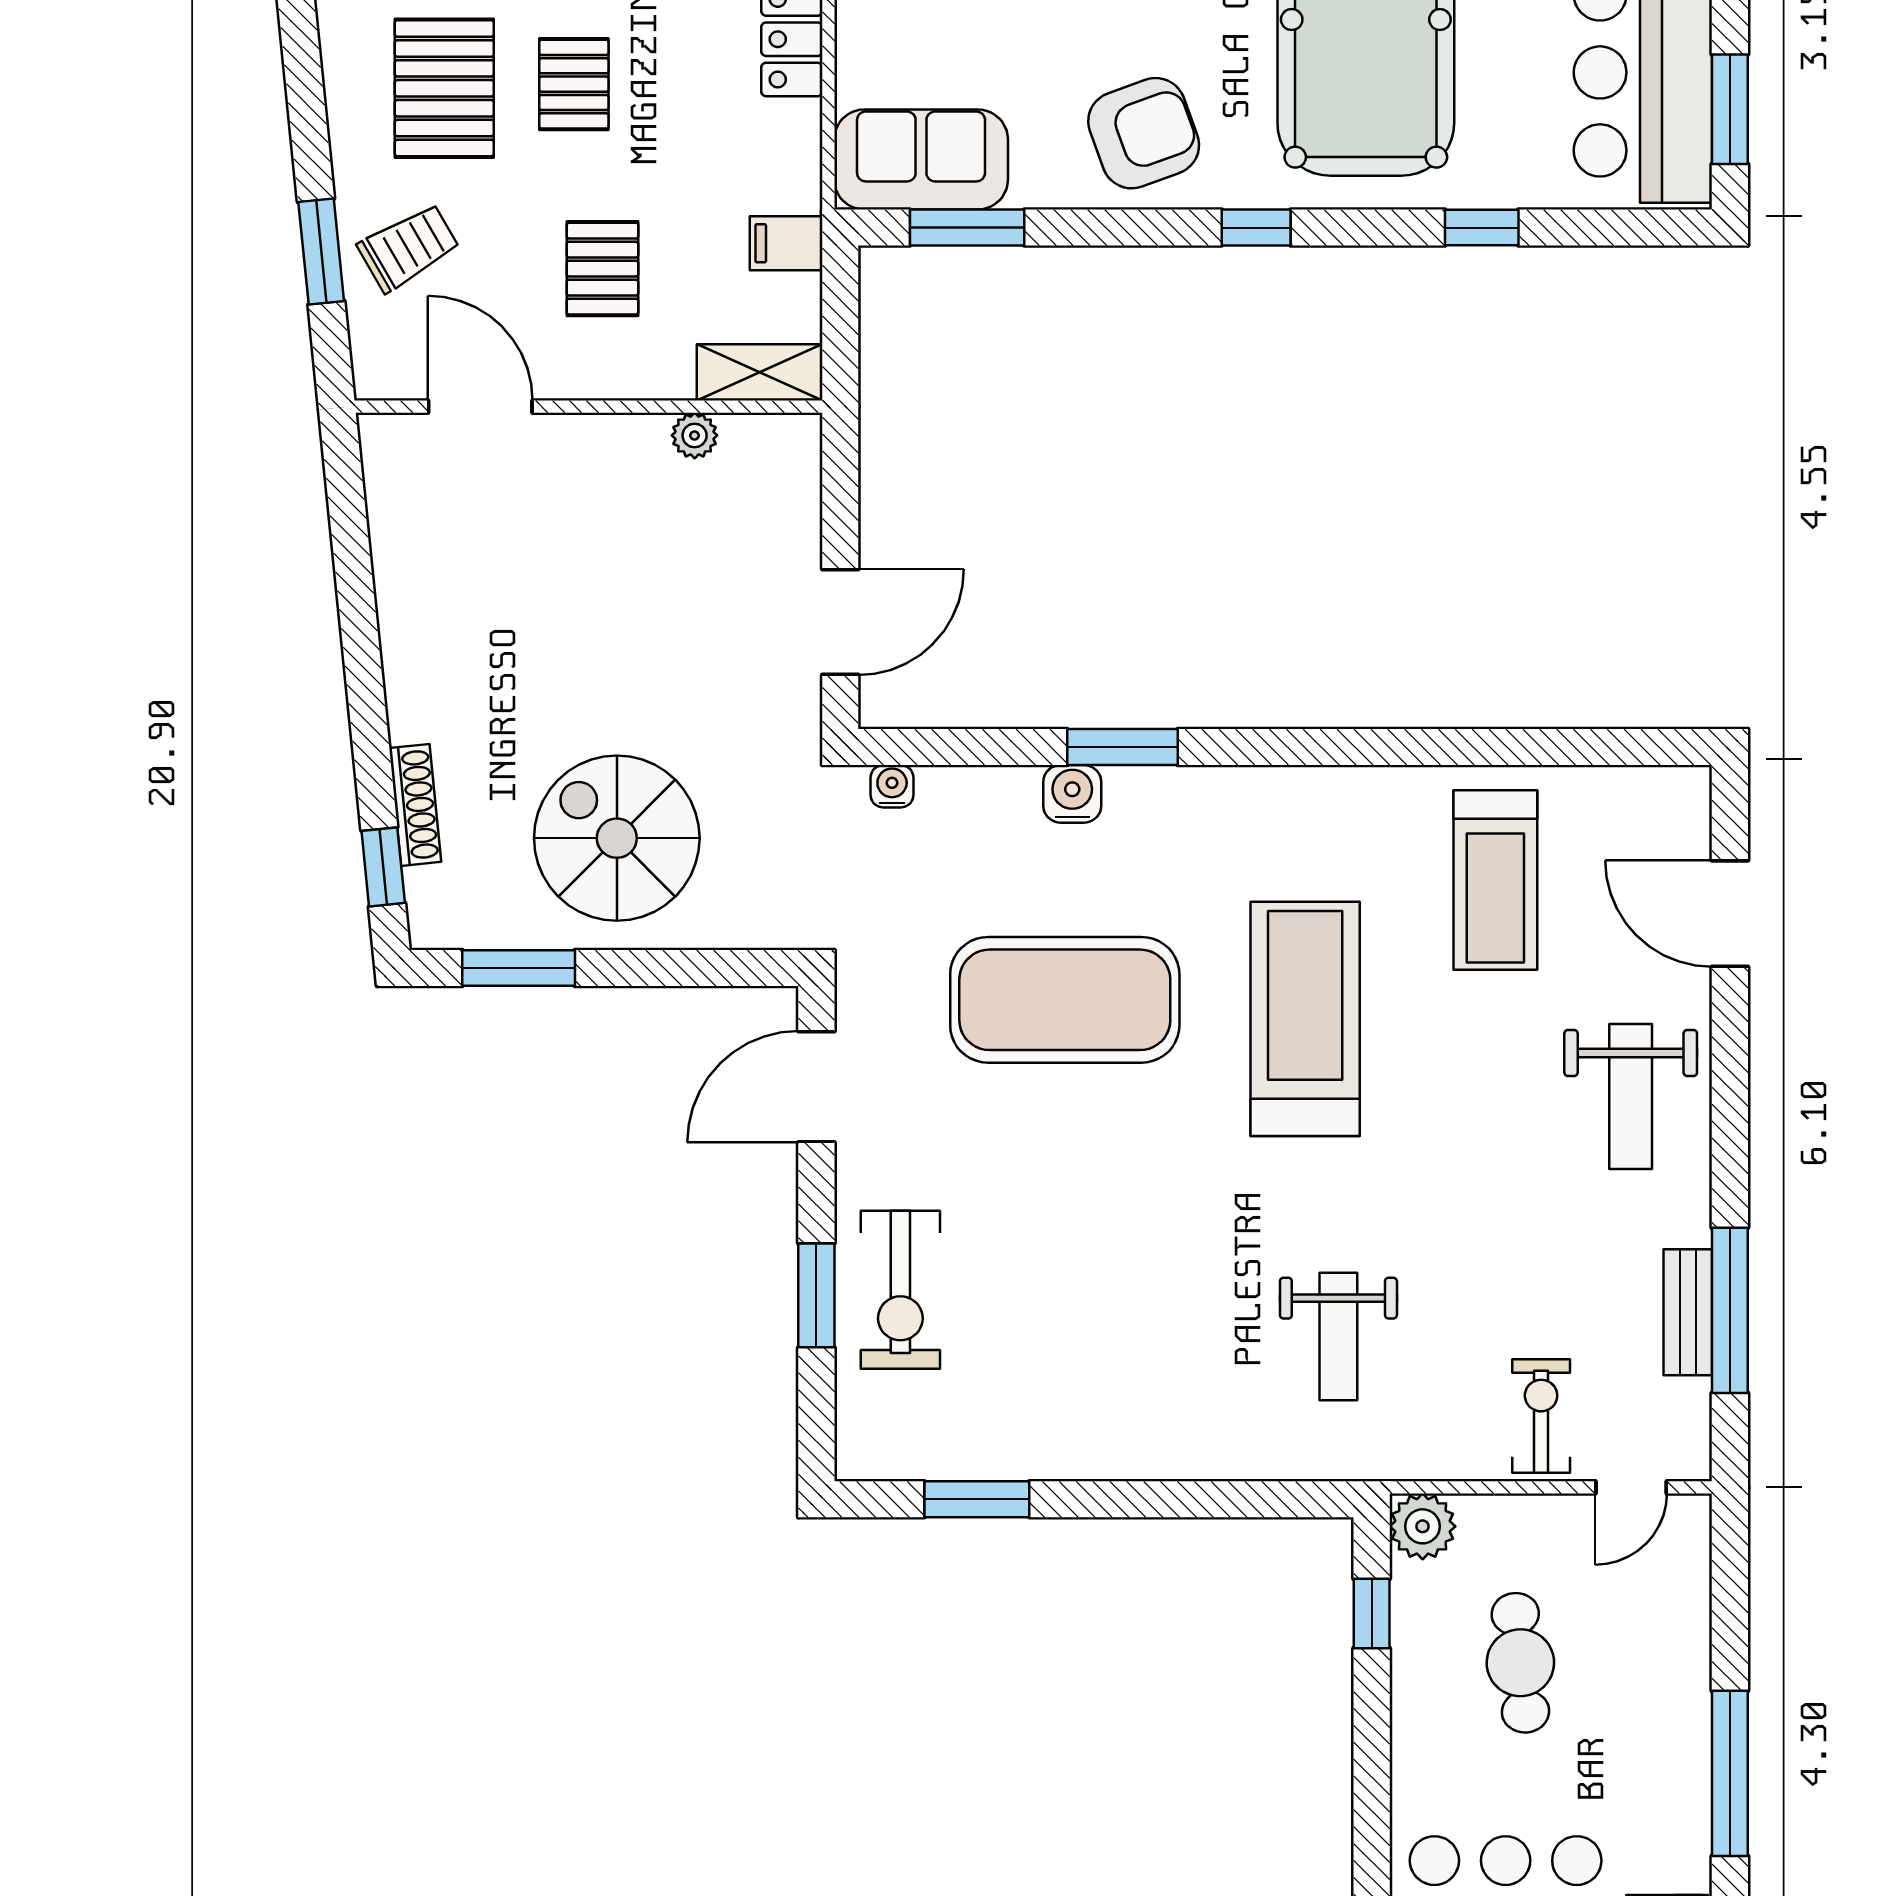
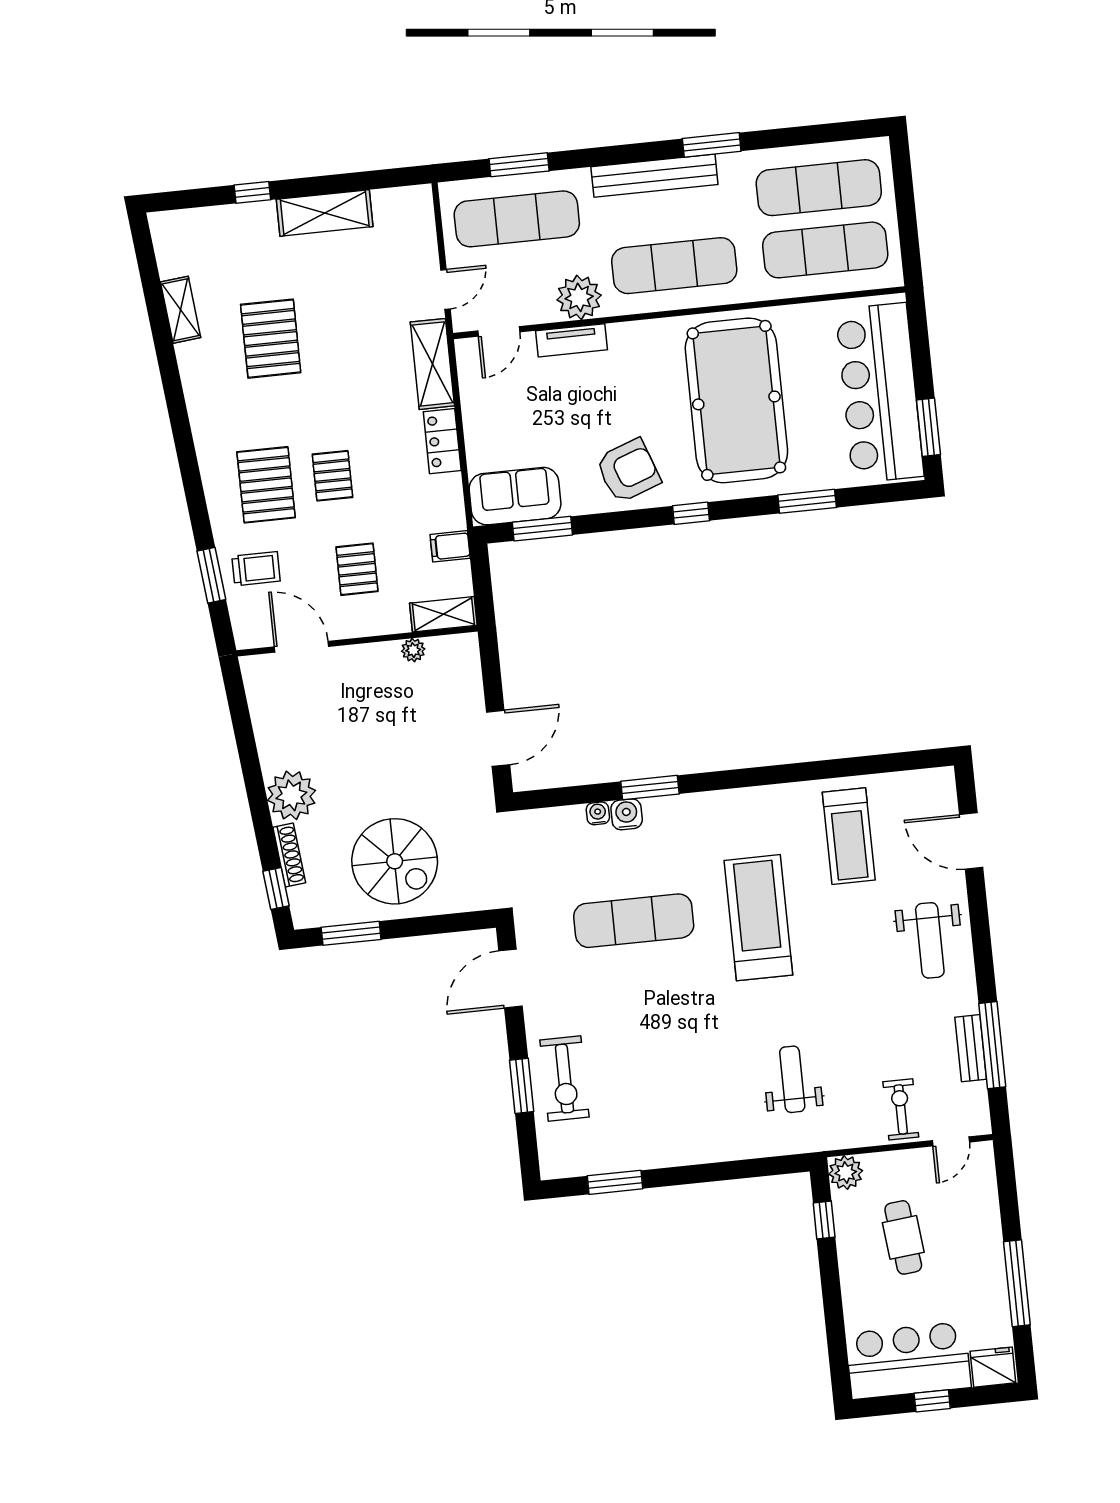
window: (1482, 228) -> (807, 501), width x1.50
trolley: (408, 248) -> (256, 569), turned 30
plant: (431, 691) -> (291, 795), added
water cooler: (892, 786) -> (598, 813), moved
spiral stairs: (617, 838) -> (395, 861), turned 180
exercise mat: (1065, 1000) -> (634, 921), width x0.68
weight bench: (1338, 1336) -> (792, 1079), turned 180

